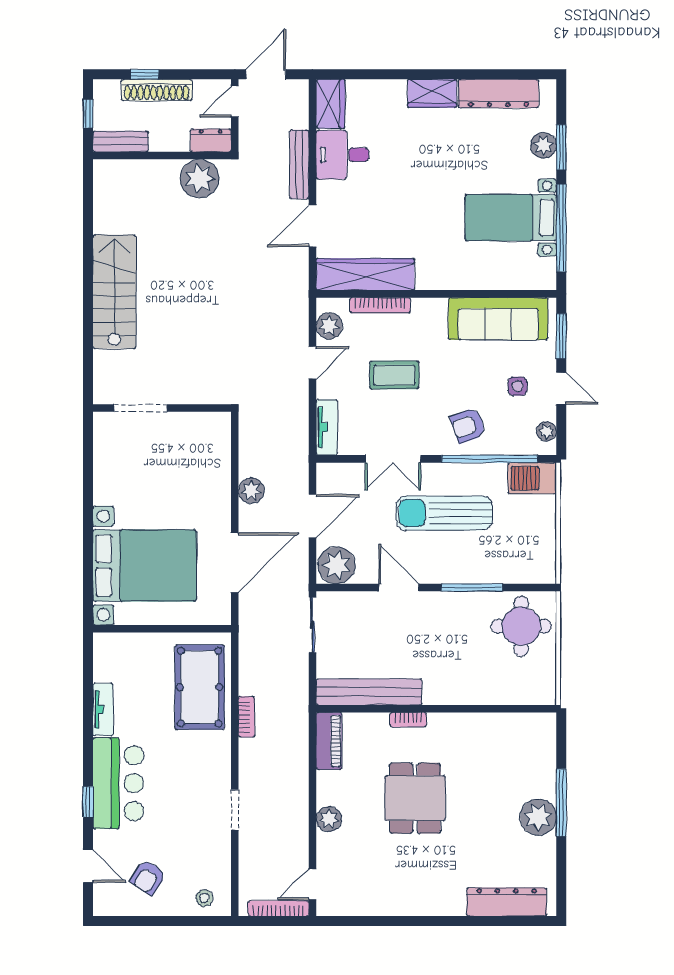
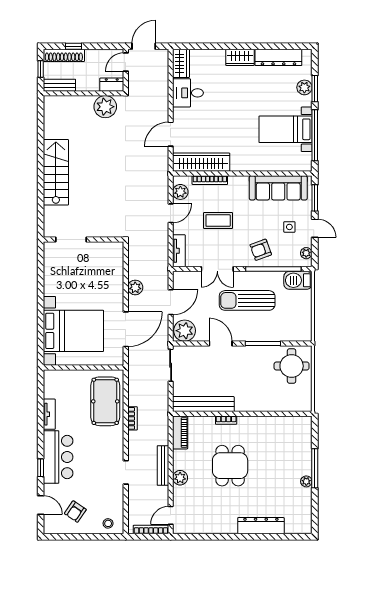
shoe rack: (157, 90) -> (64, 55), moved
bench: (299, 164) -> (163, 466), moved
plant: (538, 817) -> (306, 481), width x0.53, depth x0.53
dresser: (507, 902) -> (261, 526), moved

